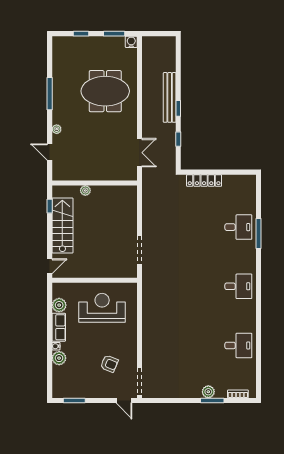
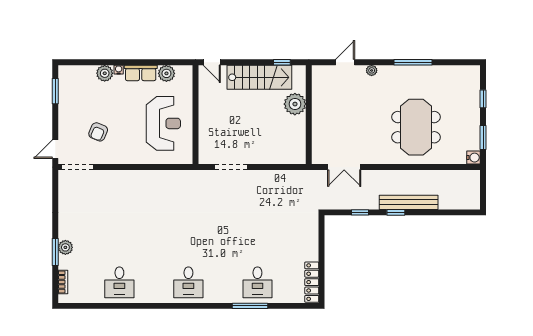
locker: (204, 180) -> (312, 282), moved
plant: (85, 191) -> (295, 104), width x1.87, depth x1.87

